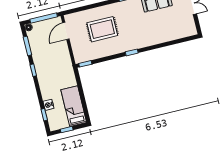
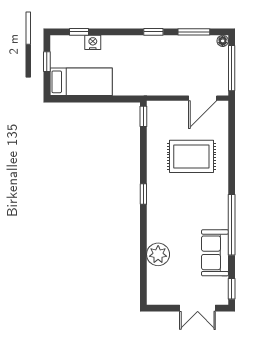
rug: (102, 29) -> (191, 156), turned 90
door: (66, 31) -> (203, 98), swing flipped
plant: (166, 35) -> (158, 254), added

